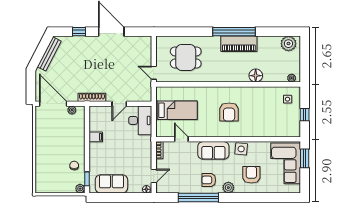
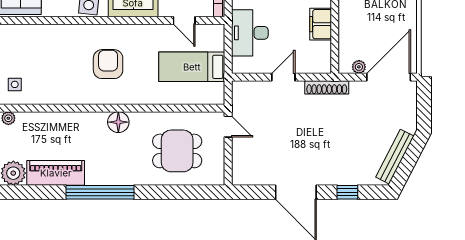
piano: (239, 44) -> (56, 173), moved
floor lamp: (256, 76) -> (118, 122), moved
door: (53, 104) -> (389, 77), swing flipped
desk: (140, 120) -> (250, 33), moved
filing cabinet: (96, 137) -> (321, 24), width x2.00

